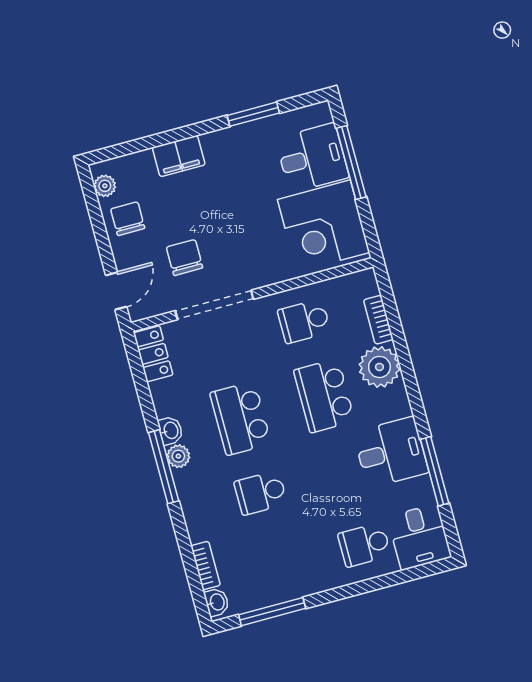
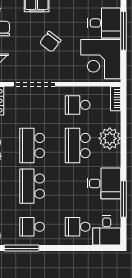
chair: (184, 258) -> (50, 42), moved, turned -142
bookcase: (378, 320) -> (116, 99), moved
school desk: (261, 493) -> (32, 186), width x1.85
school desk: (281, 567) -> (32, 227), added

